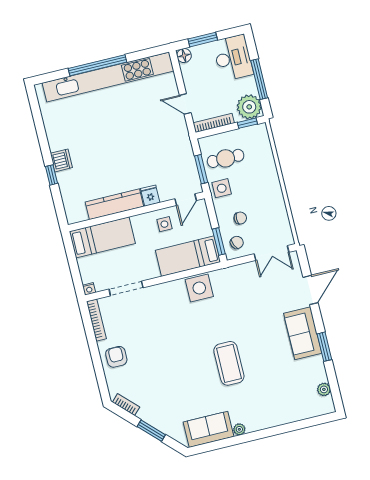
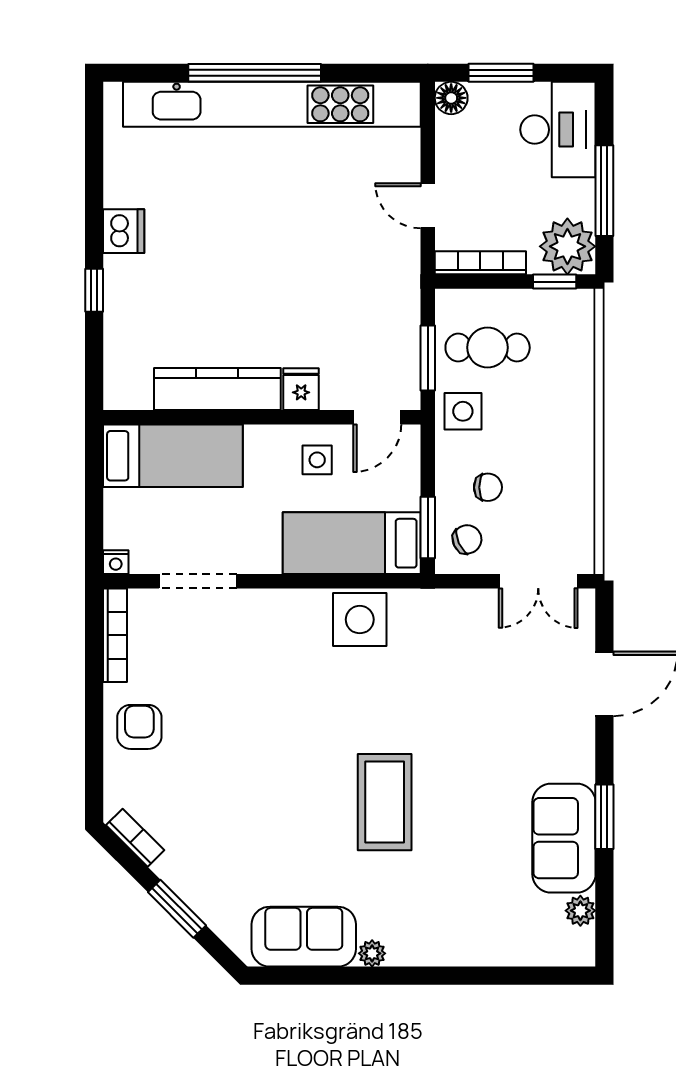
dishwasher: (61, 160) -> (124, 231), moved
sofa: (303, 333) -> (564, 838), moved

